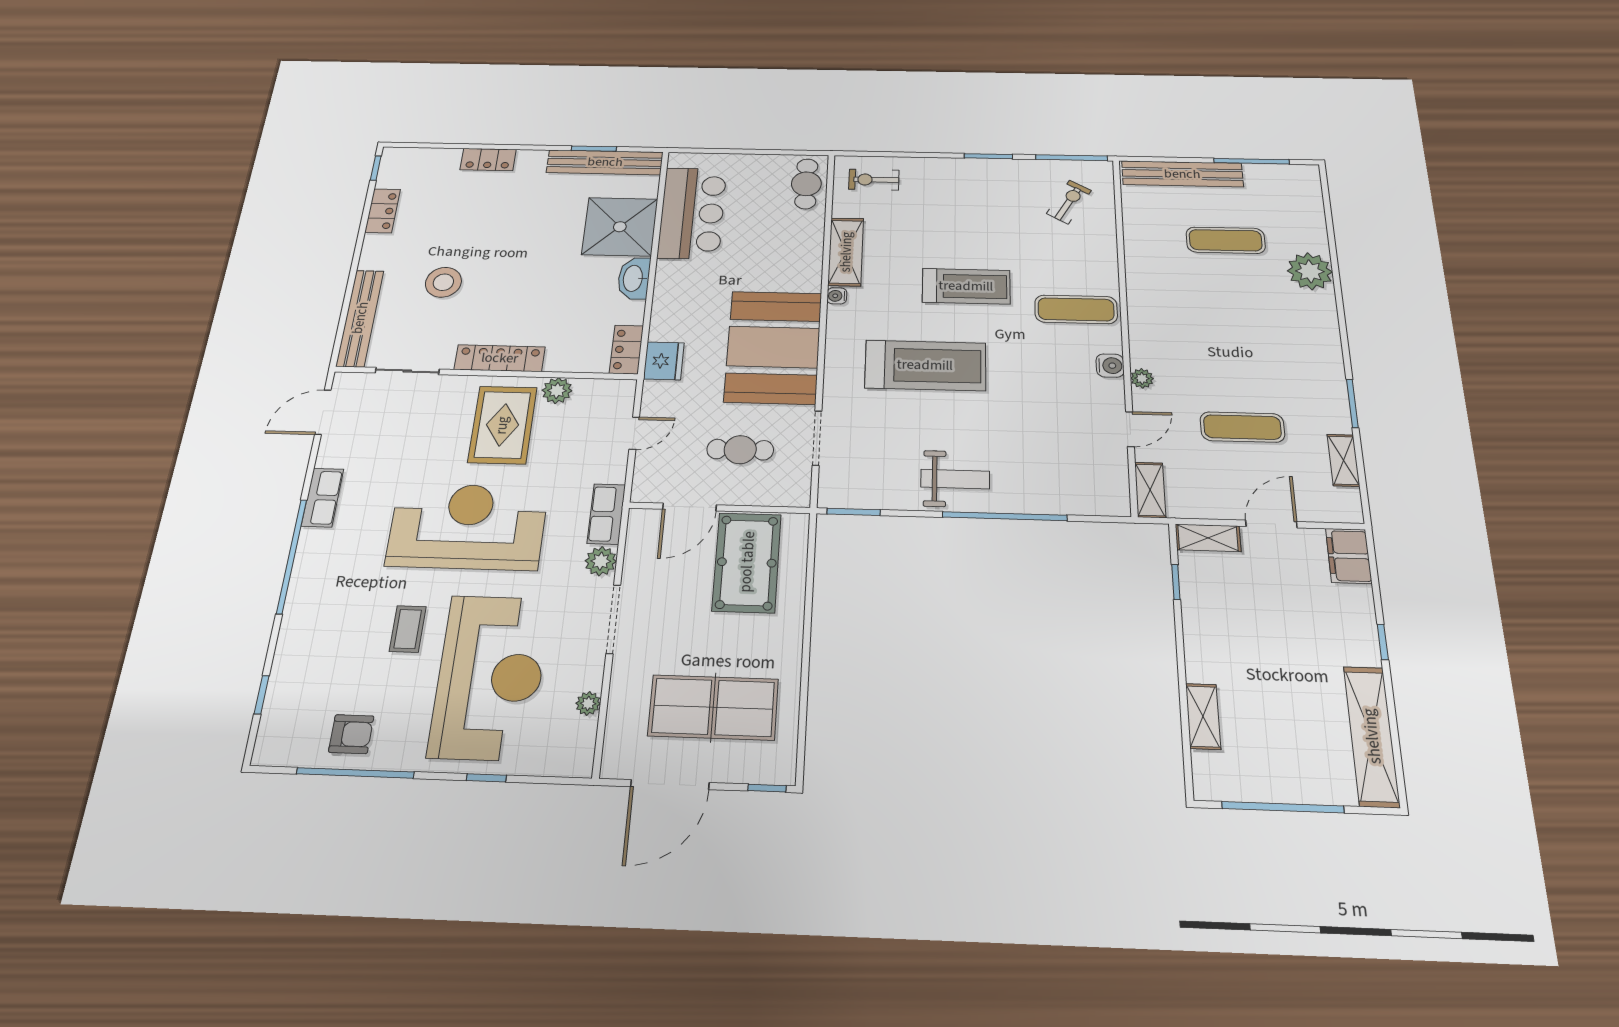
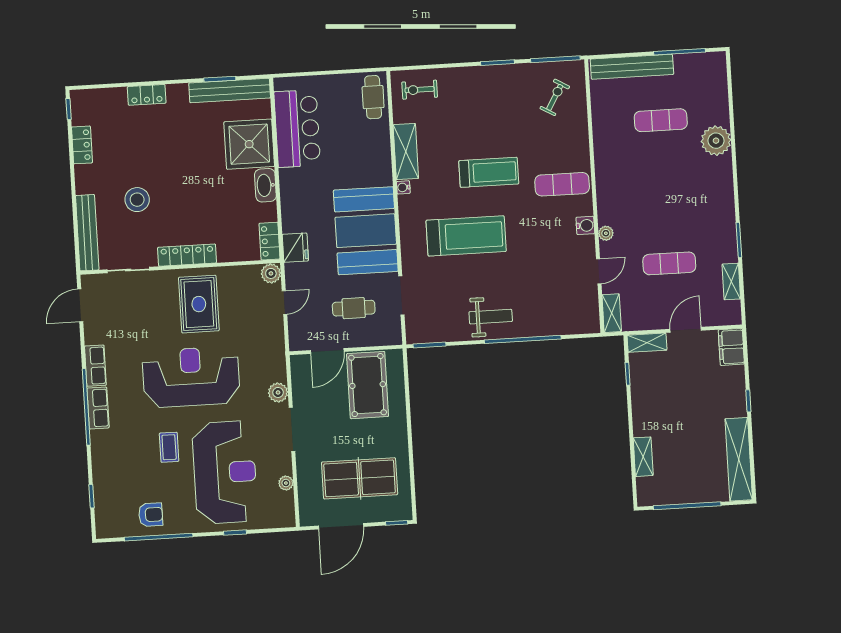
plant: (557, 391) -> (271, 273), moved
row of seats: (606, 514) -> (98, 408), moved, turned 180

